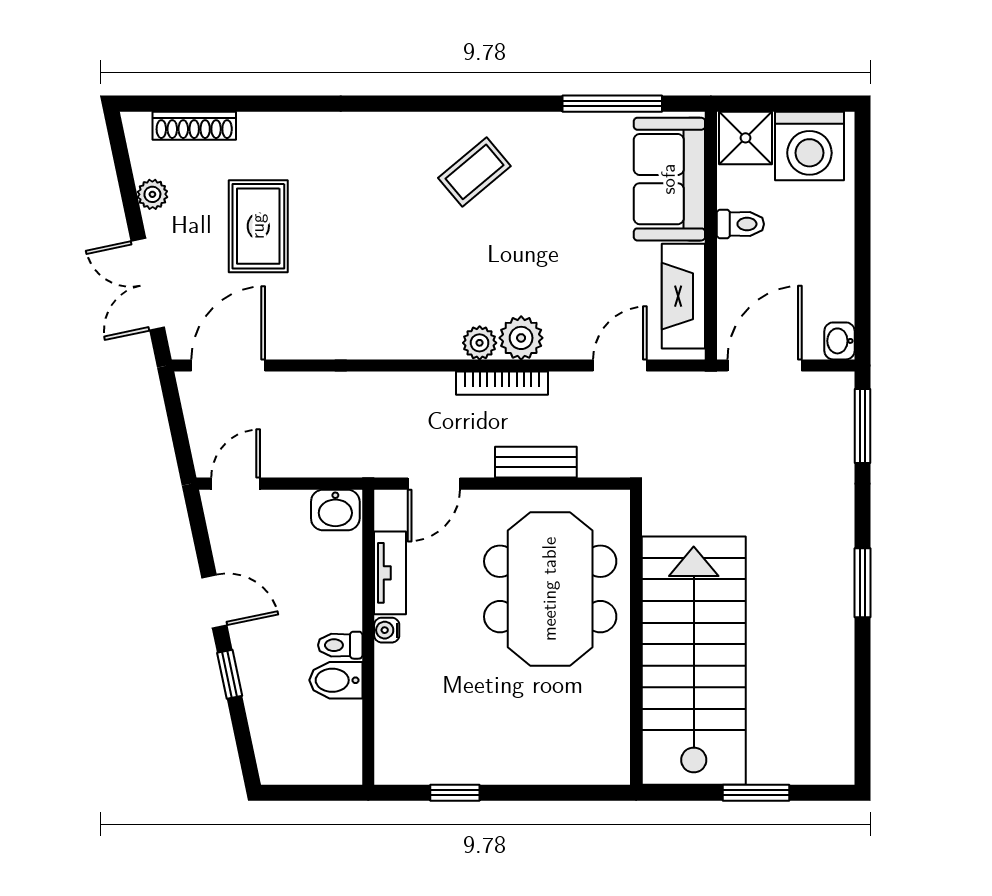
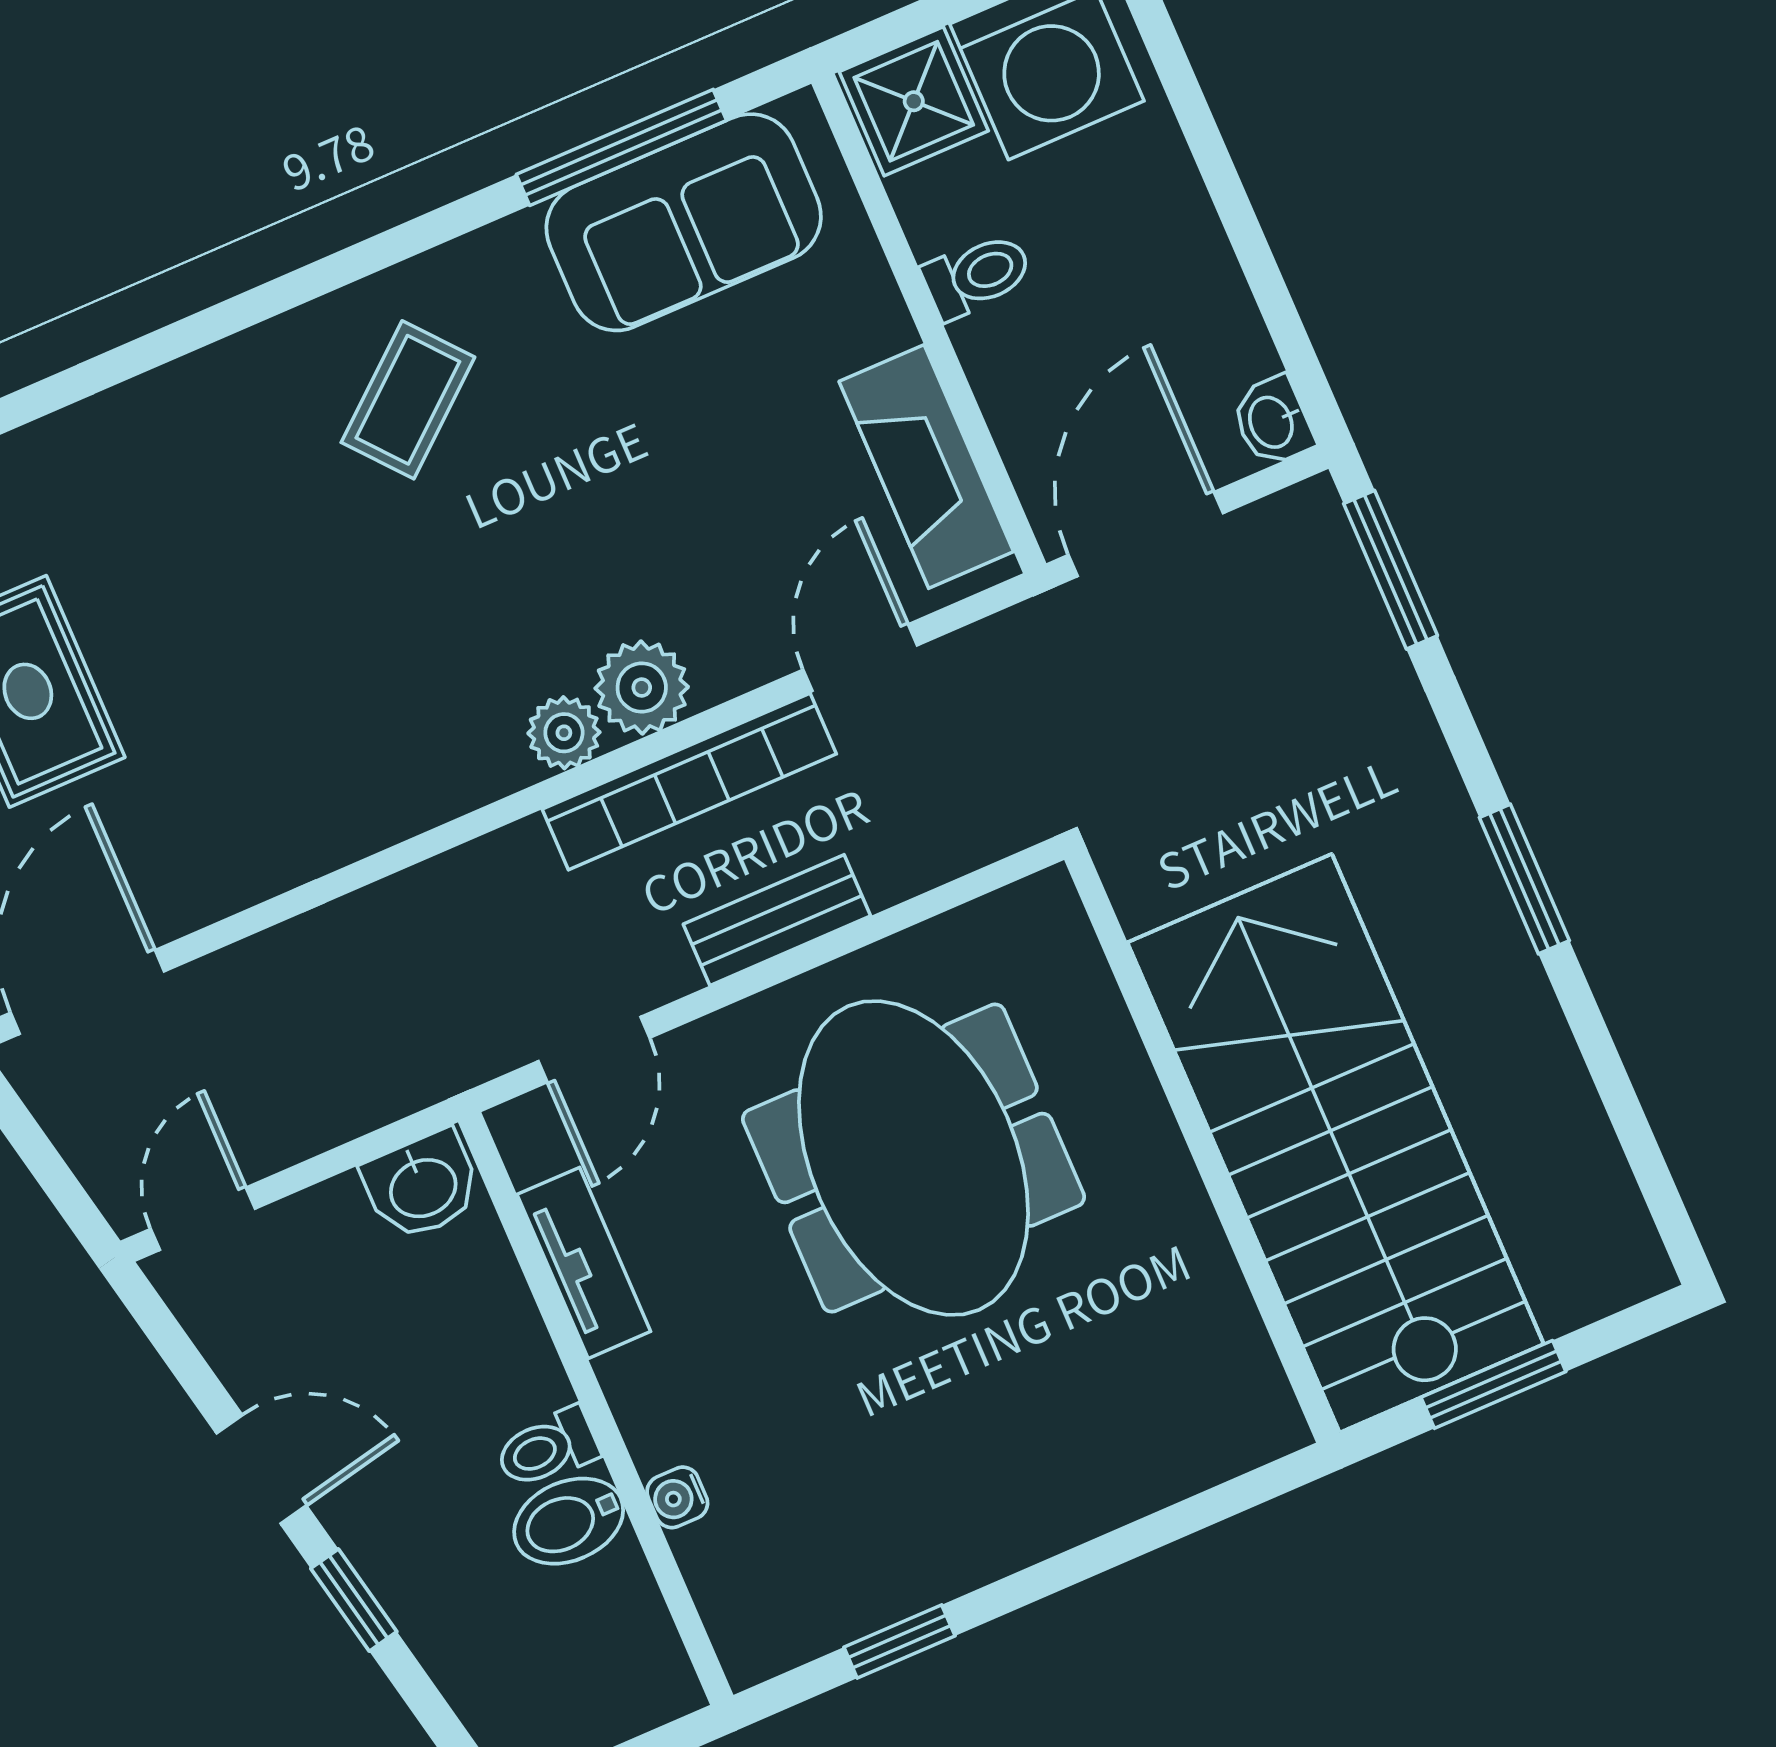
sofa: (669, 179) -> (684, 222), moved, turned -90
bookcase: (502, 383) -> (689, 782), width x1.48, depth x1.31
water cooler: (387, 630) -> (677, 1497), moved
wall: (636, 637) -> (1202, 1146), moved
stairs: (694, 661) -> (1336, 1143), moved

